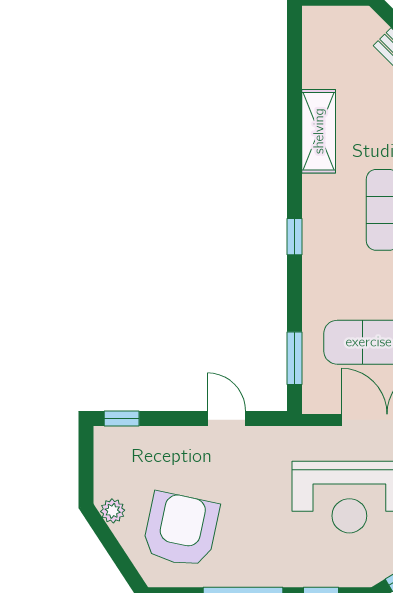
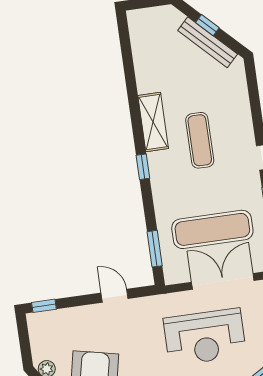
shelving: (319, 131) -> (153, 122), moved

